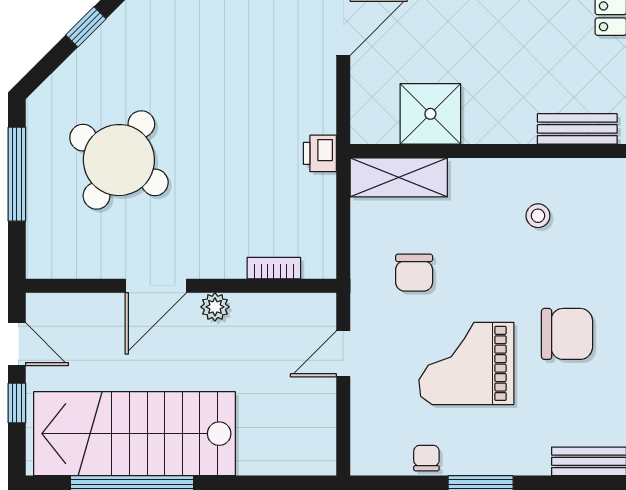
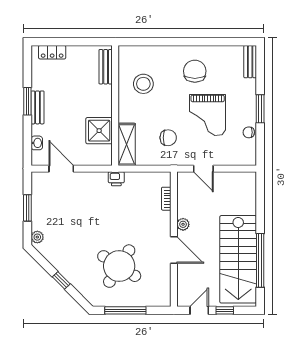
stool: (538, 216) -> (143, 84), width x1.89, depth x1.89

